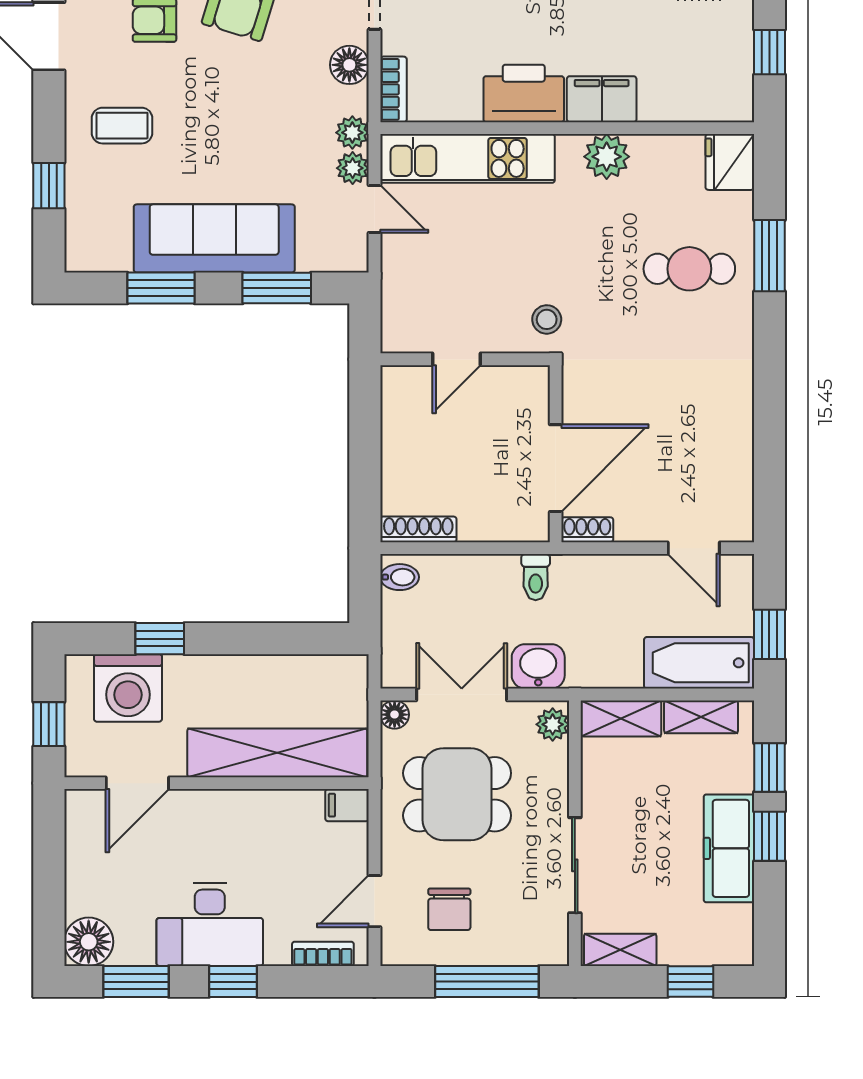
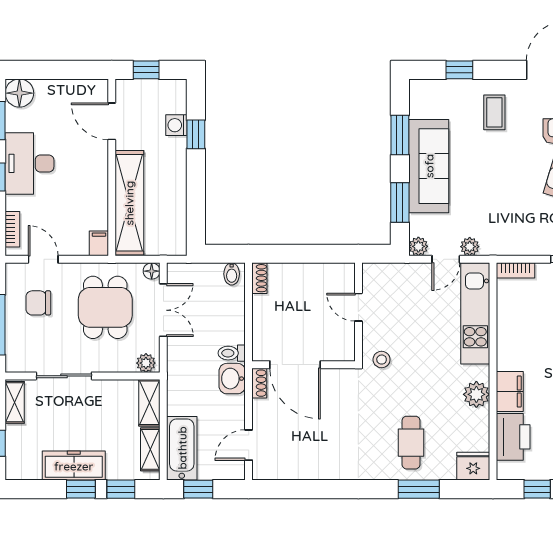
floor lamp: (349, 65) -> (530, 245), removed
printer: (524, 93) -> (513, 437), moved
plant: (352, 133) -> (418, 246), moved
shoe rack: (418, 529) -> (259, 278), width x0.70
washbasin: (538, 666) -> (232, 379), moved, turned 180
washing machine: (128, 688) -> (176, 125), width x0.53, depth x0.53

